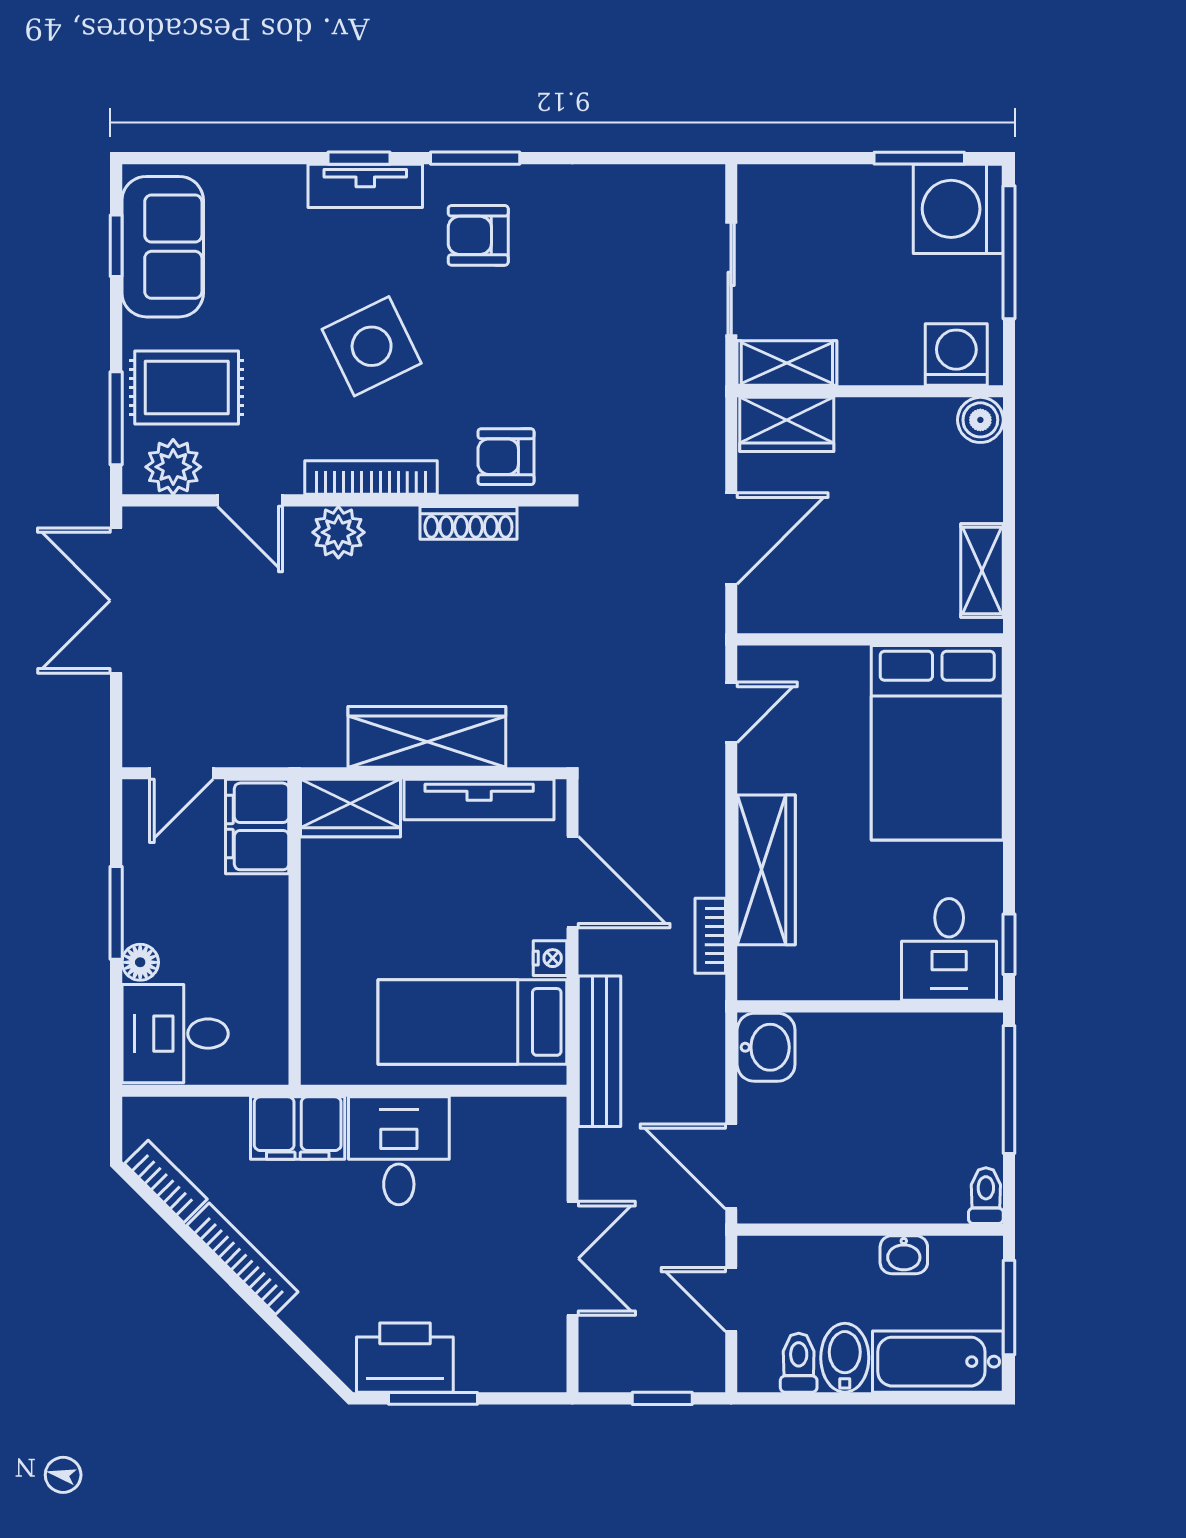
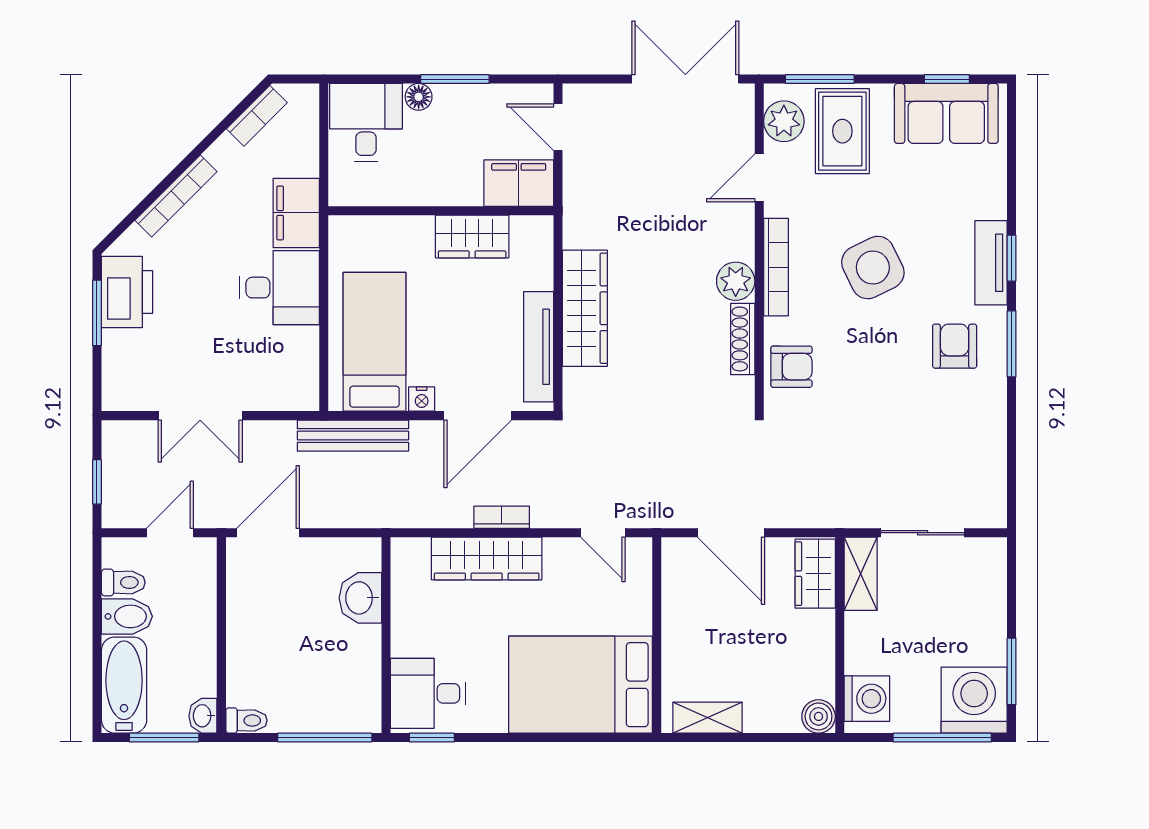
armchair: (506, 457) -> (791, 367), turned 90
plant: (338, 532) -> (736, 281), moved
wardrobe: (350, 808) -> (472, 236), moved, turned -90
bookcase: (710, 936) -> (502, 517), moved
washbasin: (766, 1047) -> (360, 598), moved, turned 90
washbasin: (904, 1255) -> (203, 716), moved
bookcase: (242, 1259) -> (176, 196), moved

